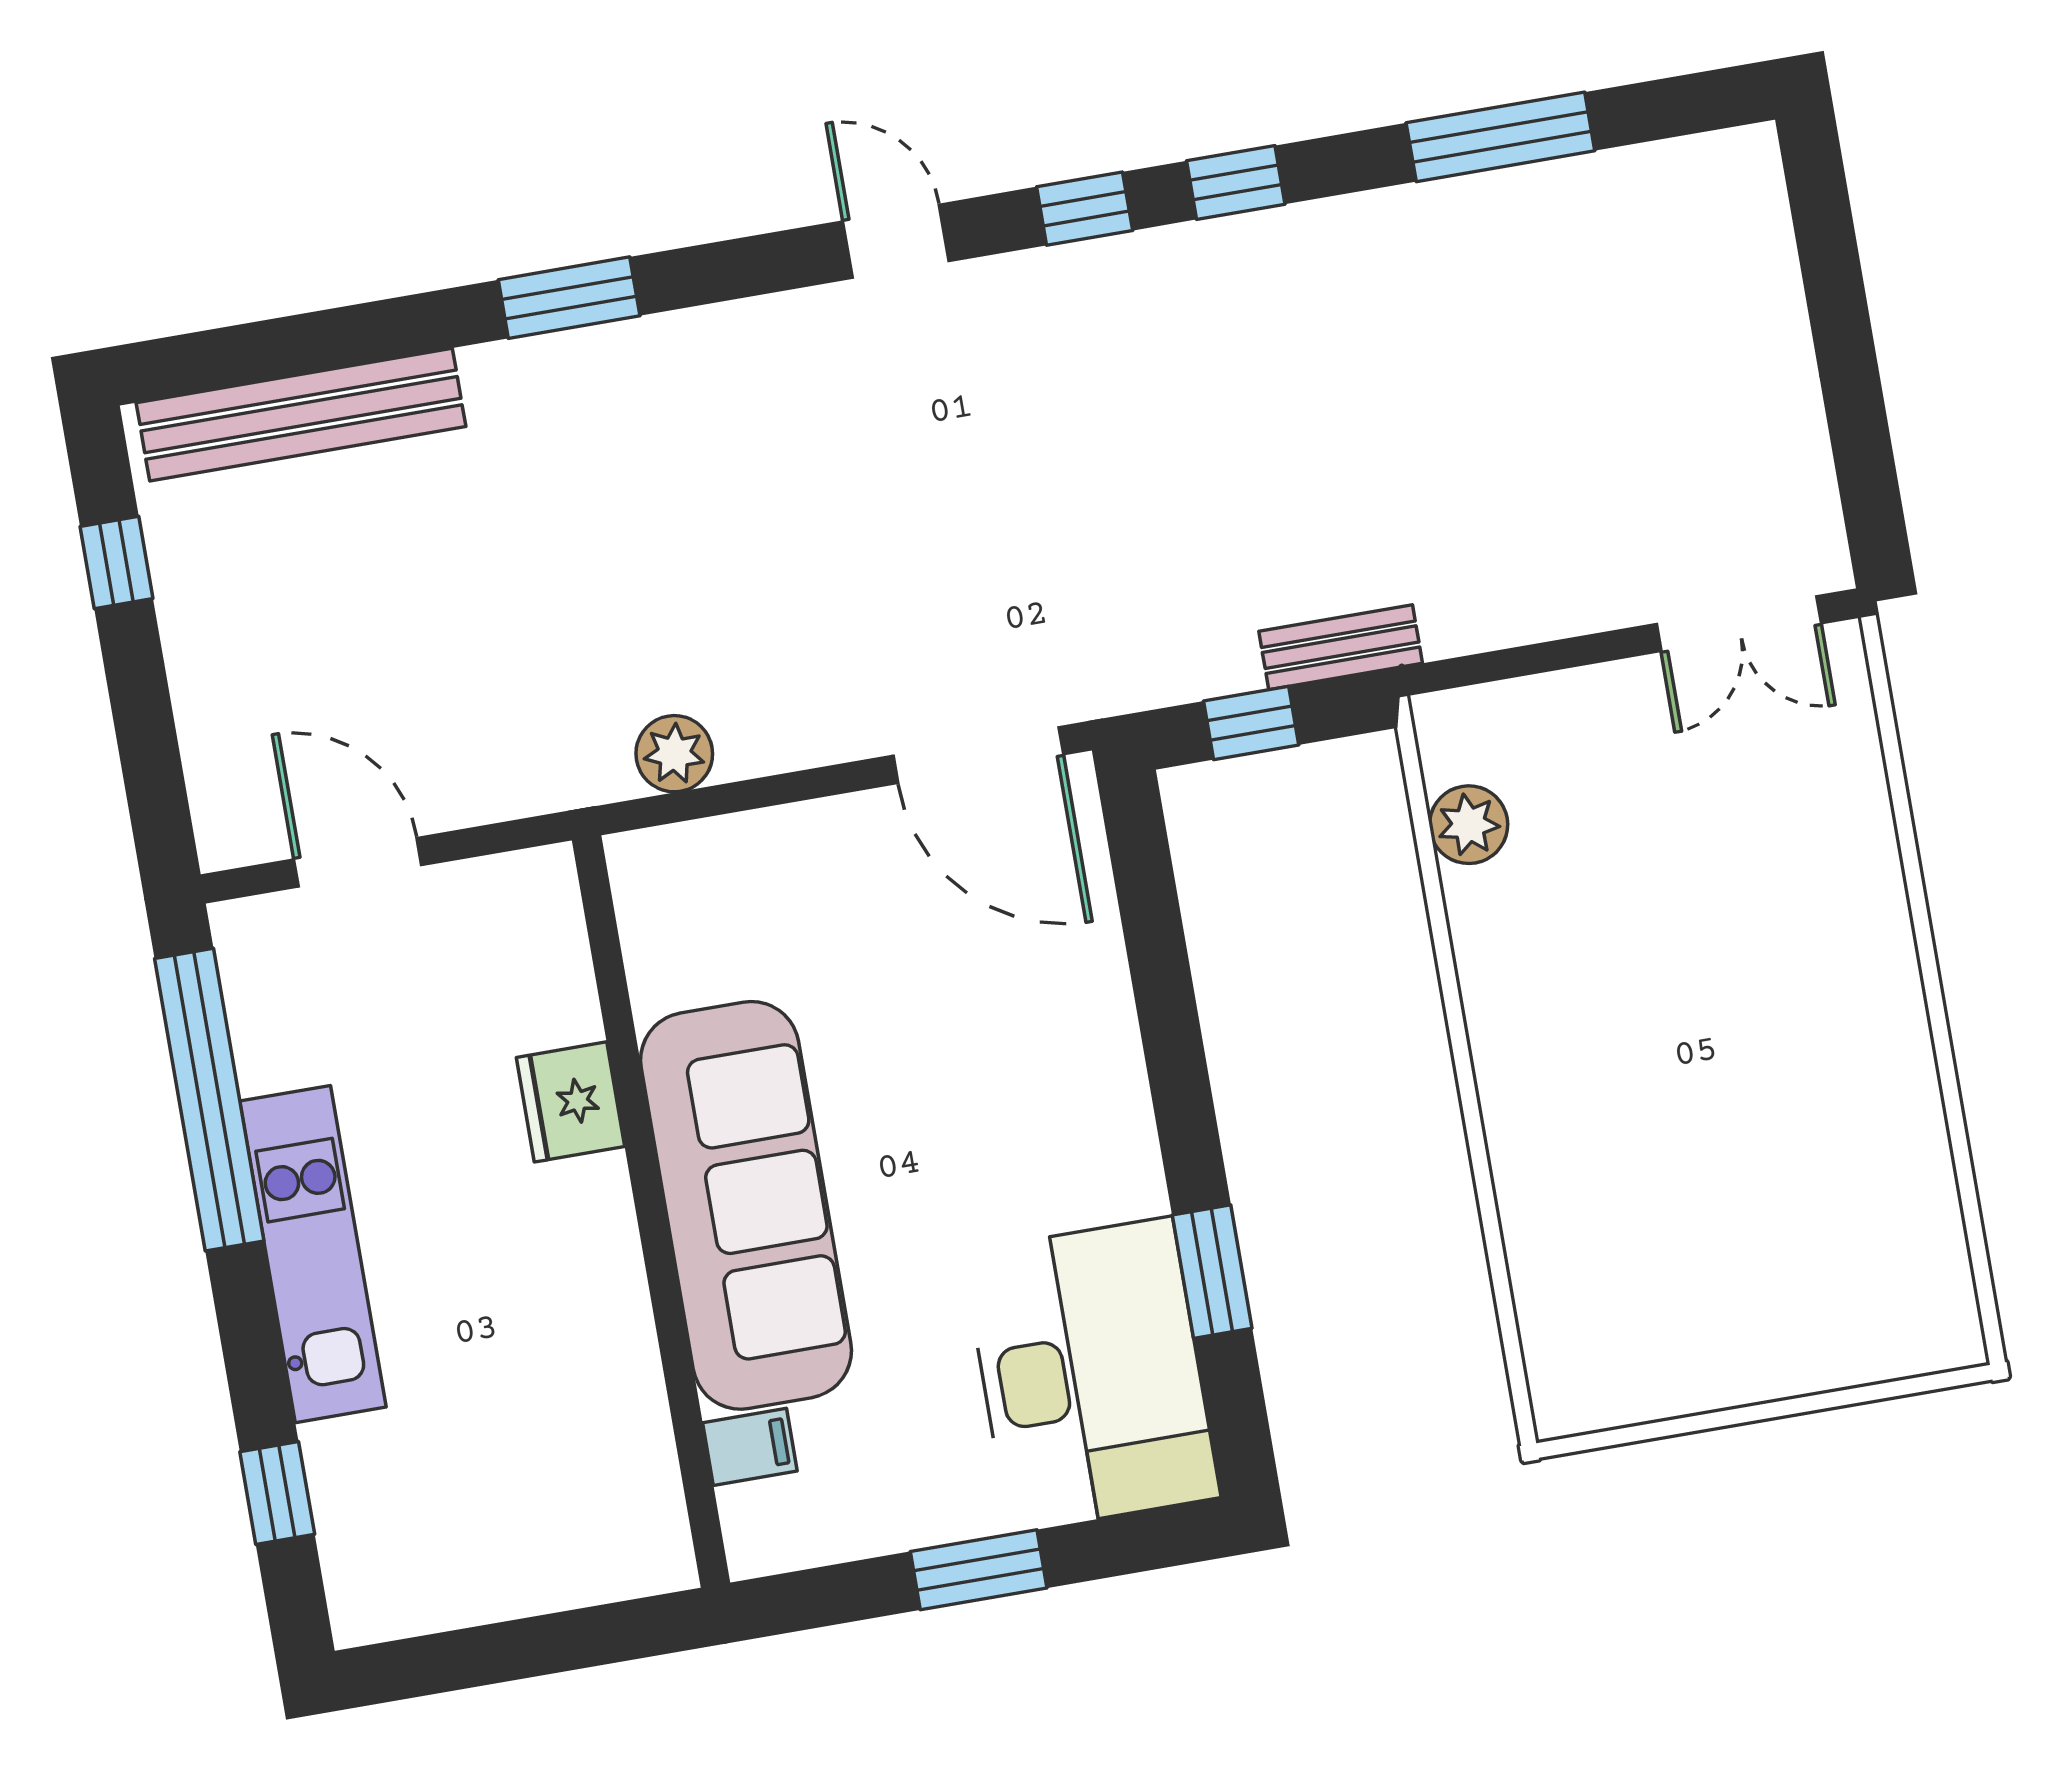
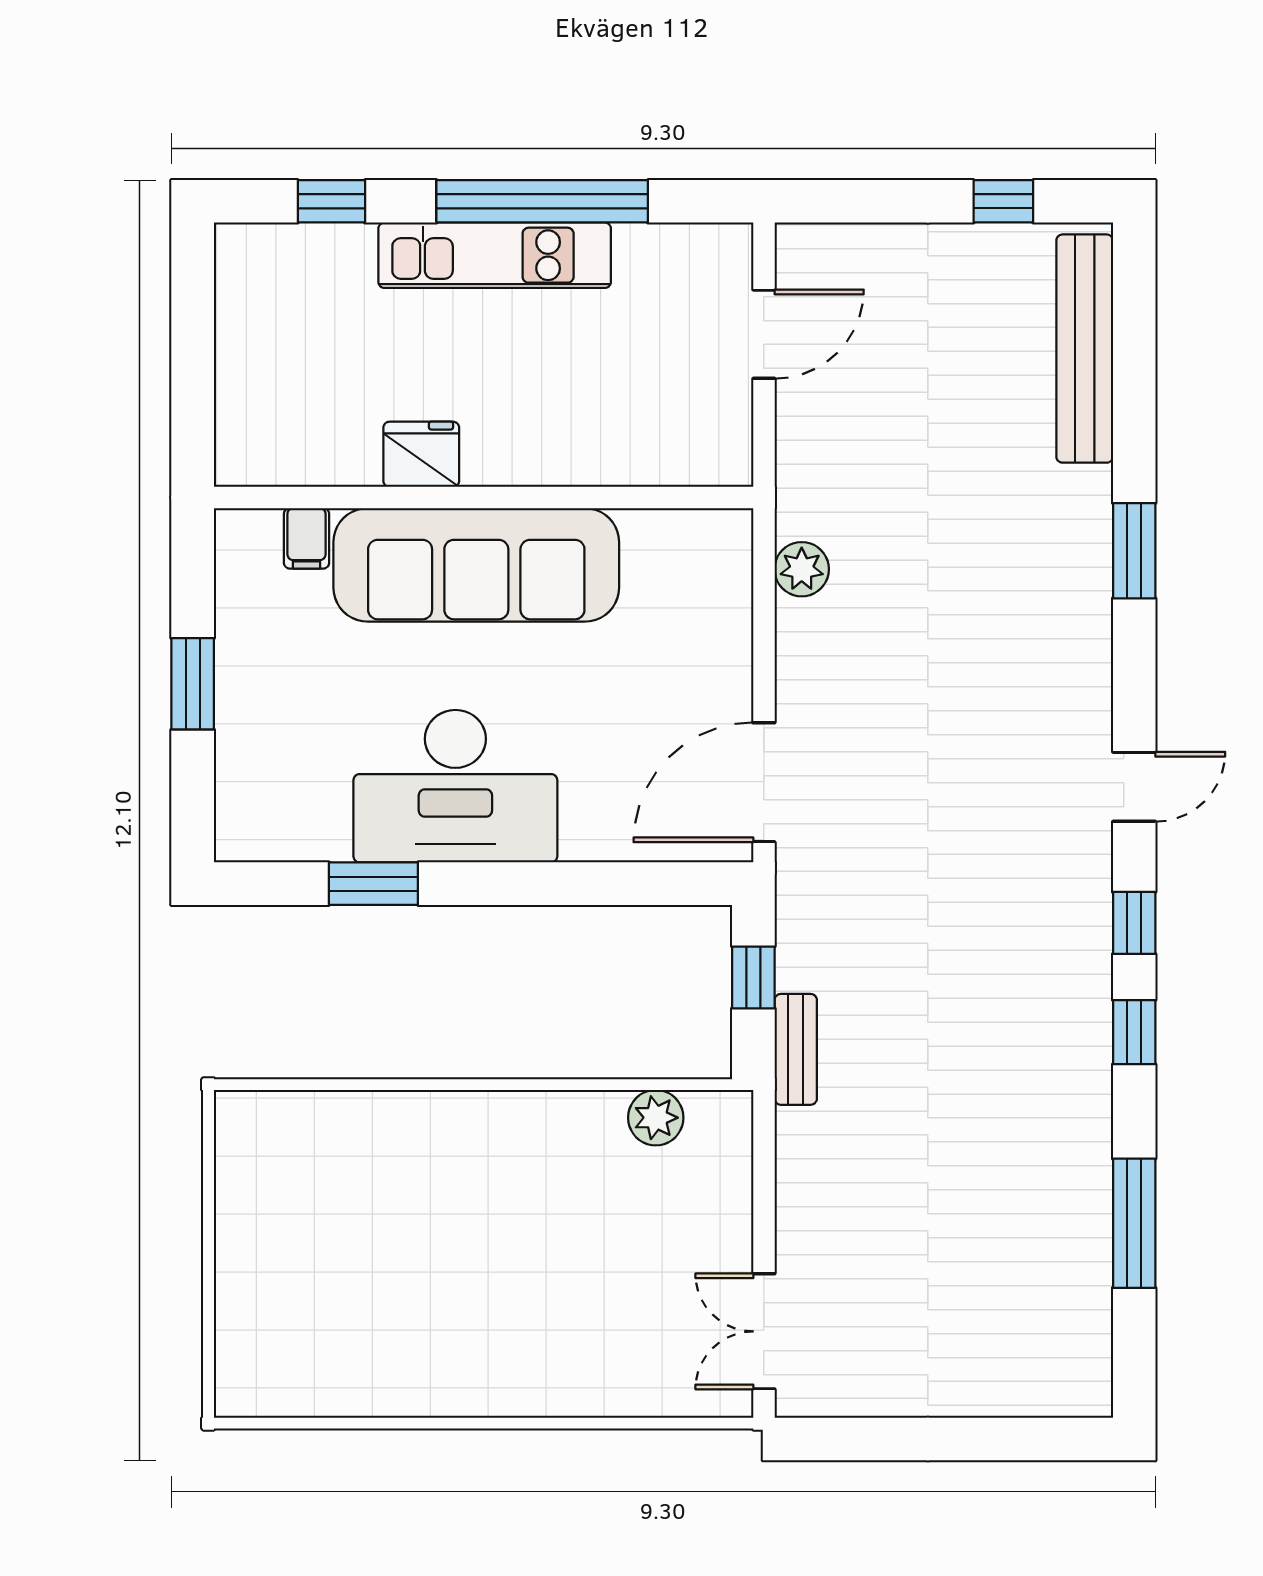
window: (209, 1100) -> (542, 201), moved
fridge: (571, 1102) -> (421, 454), moved
desk: (1091, 1375) -> (455, 786), moved

